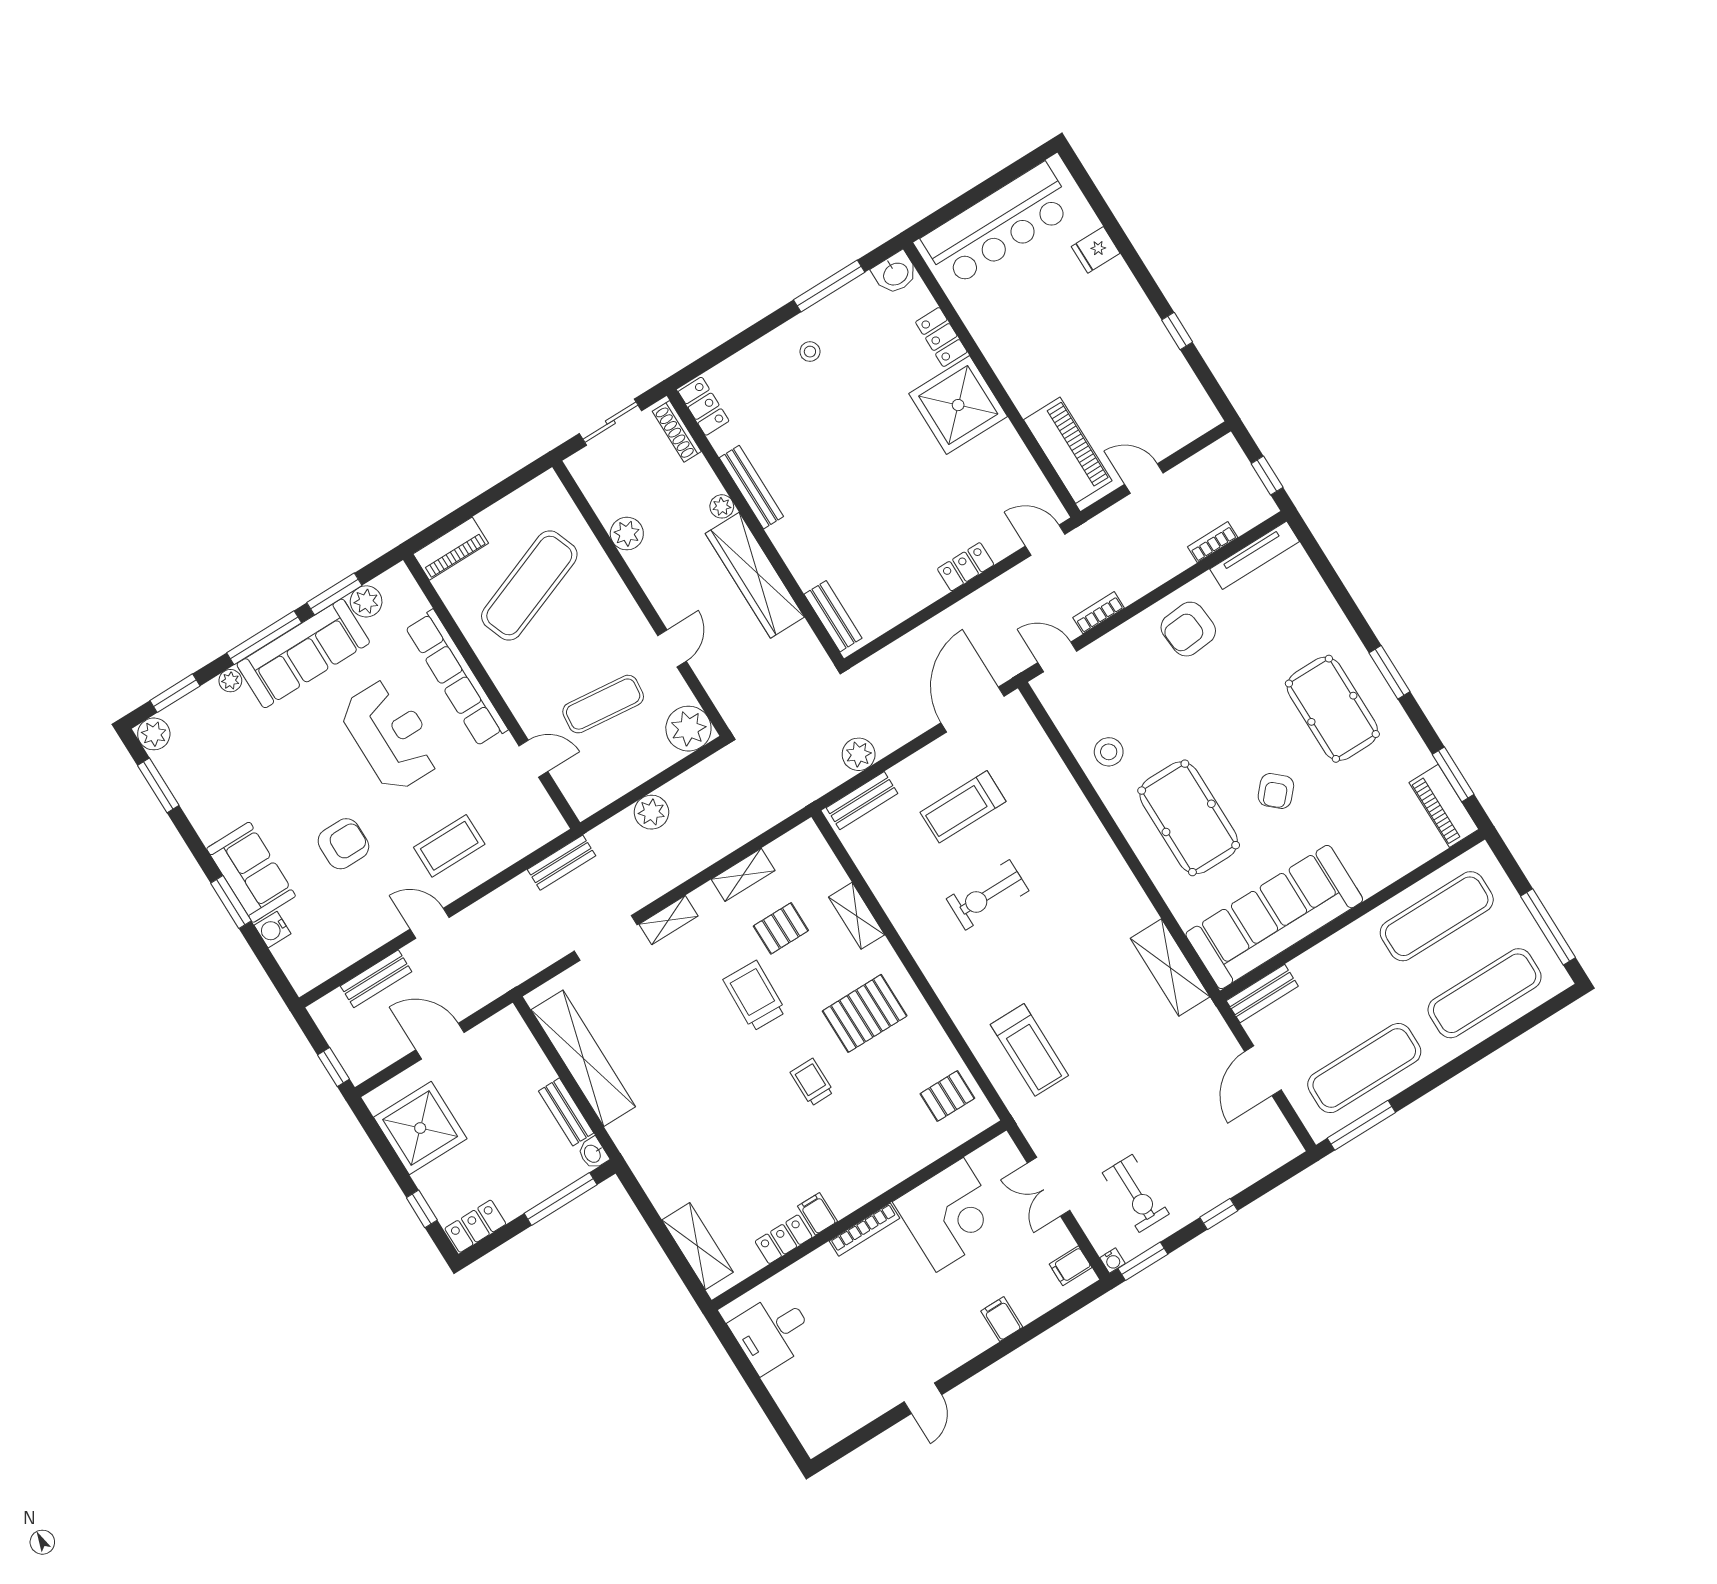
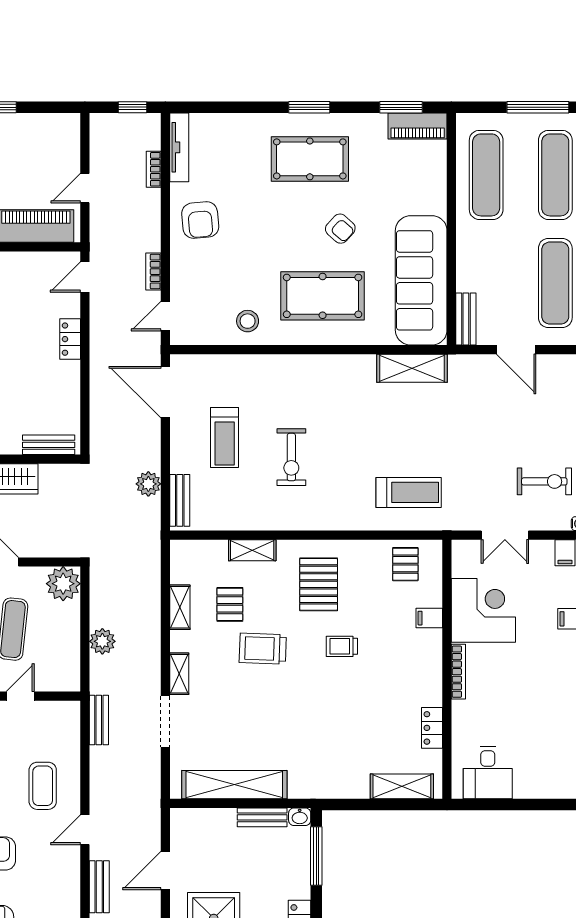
filing cabinet: (818, 1214) -> (429, 618), moved

